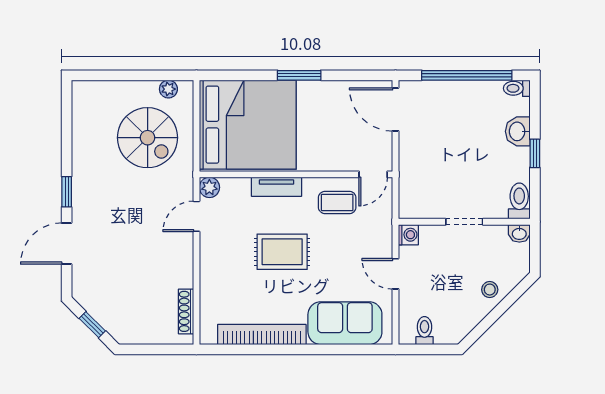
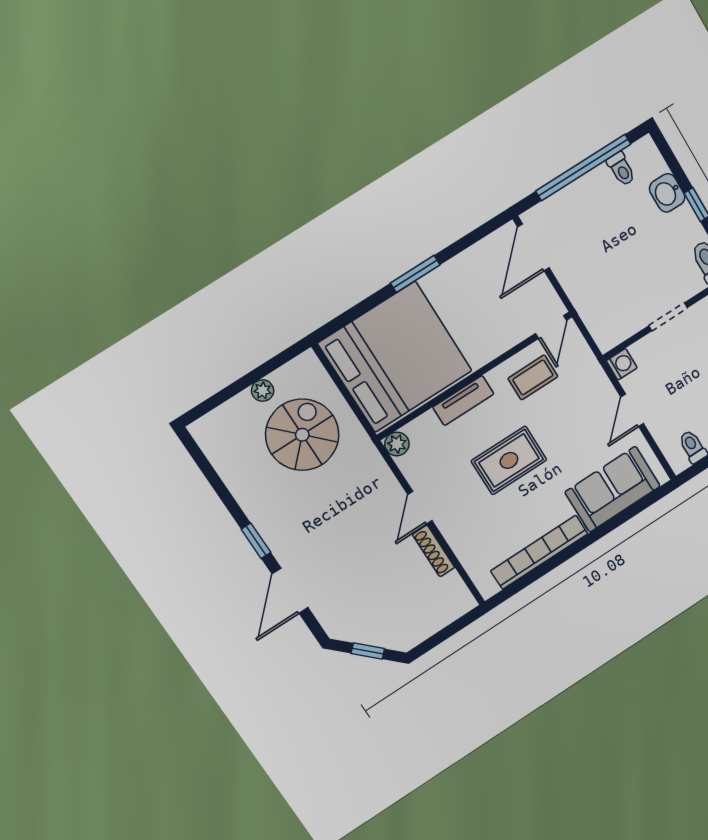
toilet: (517, 88) -> (621, 169), moved, turned -90
plant: (168, 89) -> (263, 391), moved
door: (396, 109) -> (533, 247), hinge flipped
spiral stairs: (148, 138) -> (302, 435), turned -90
door: (196, 216) -> (420, 508), moved
door: (396, 274) -> (632, 410), hinge flipped
shoe rack: (186, 311) -> (434, 551), moved

